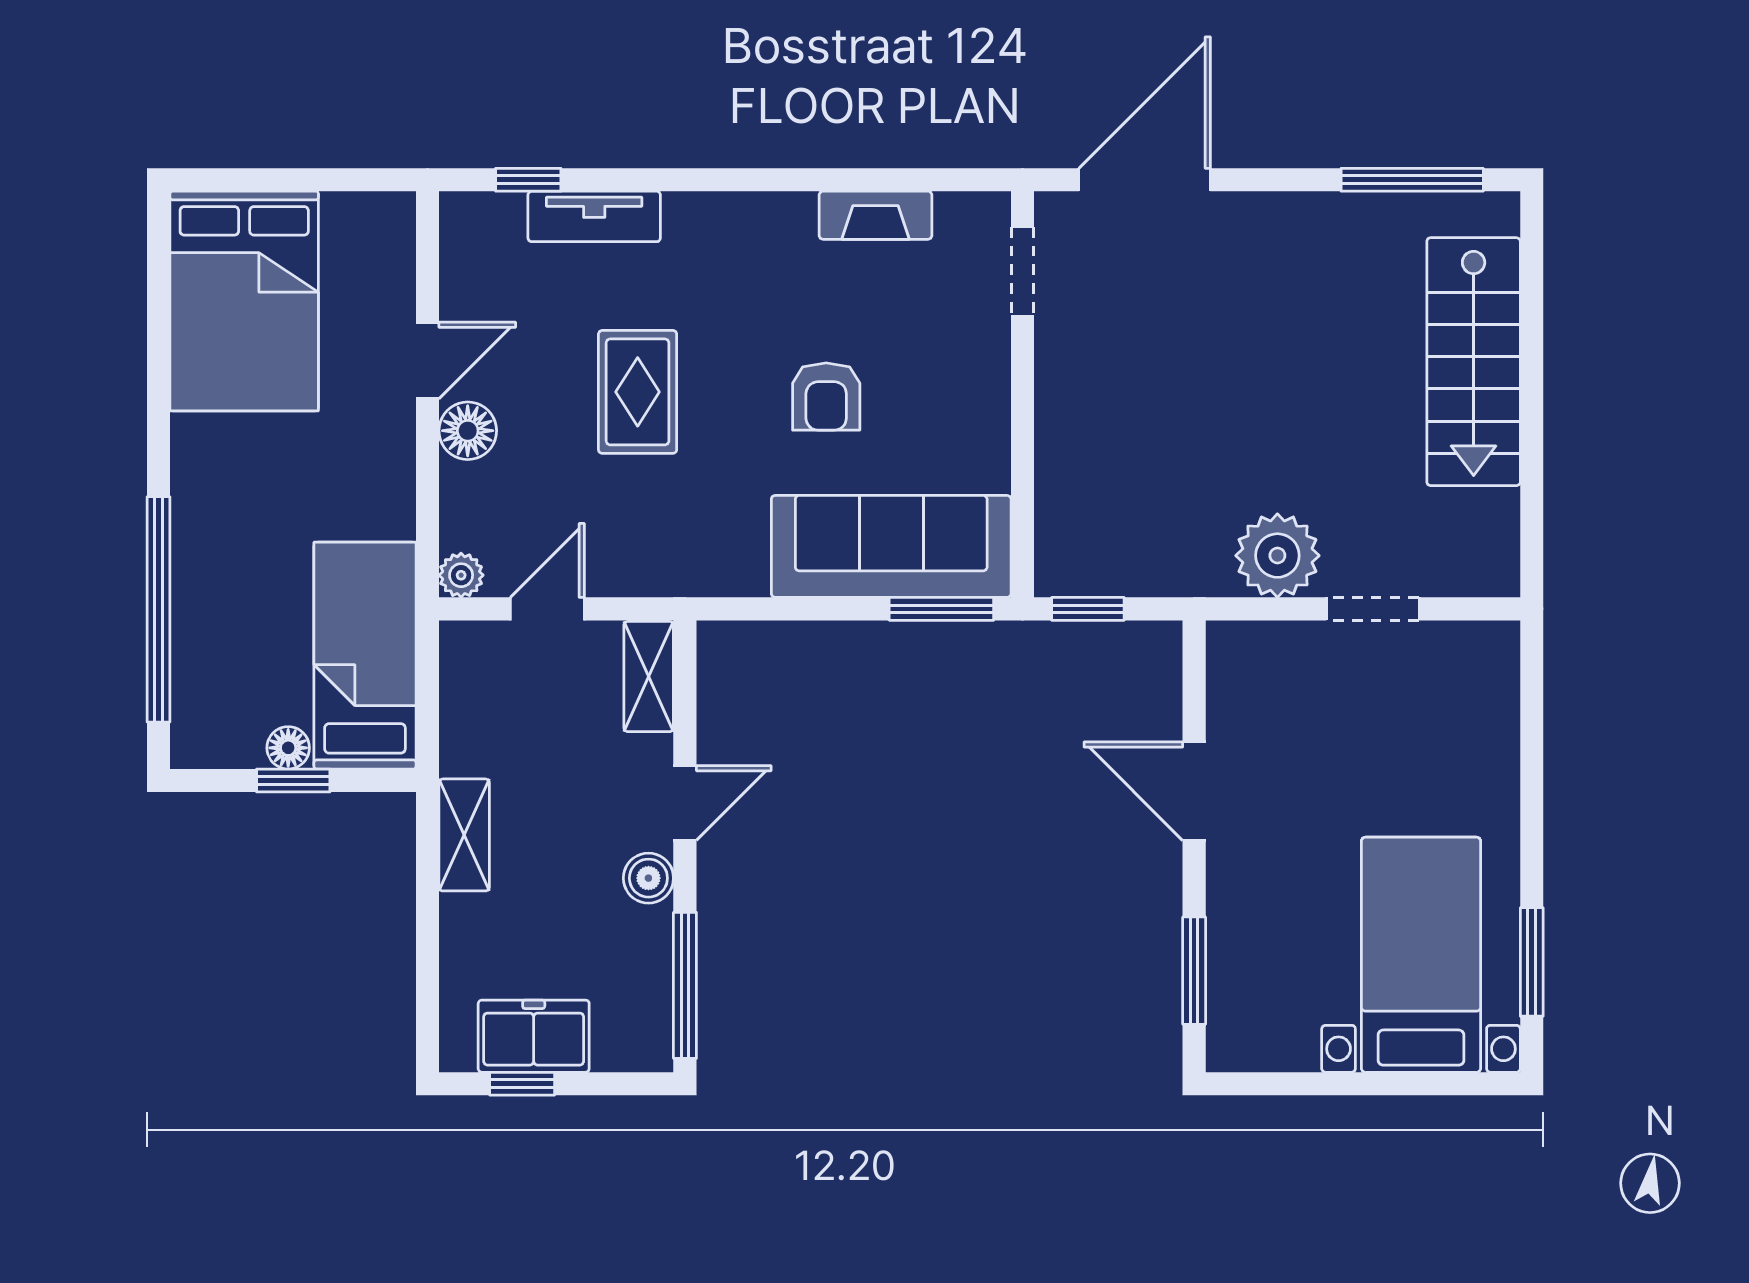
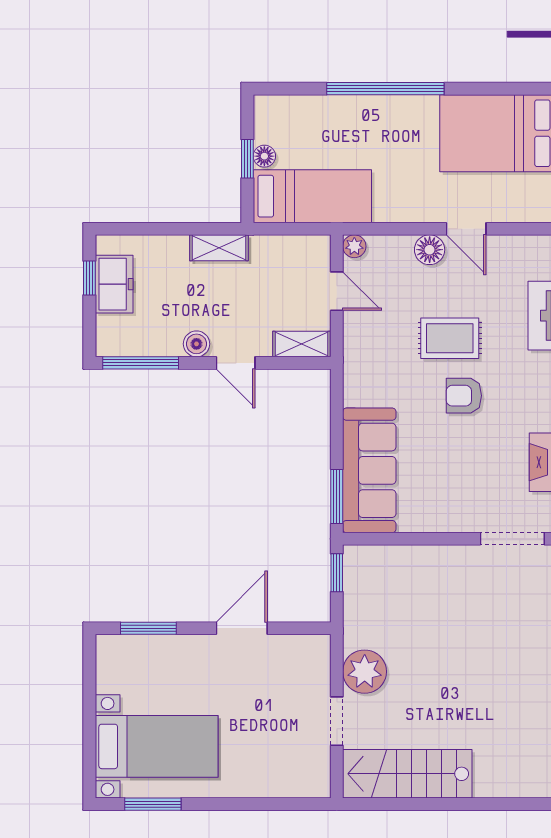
doorway: (1023, 272) -> (512, 539), width x1.38
stairs: (1474, 362) -> (407, 774), moved
armchair: (826, 396) -> (464, 396), moved
window: (159, 609) -> (385, 89), moved

